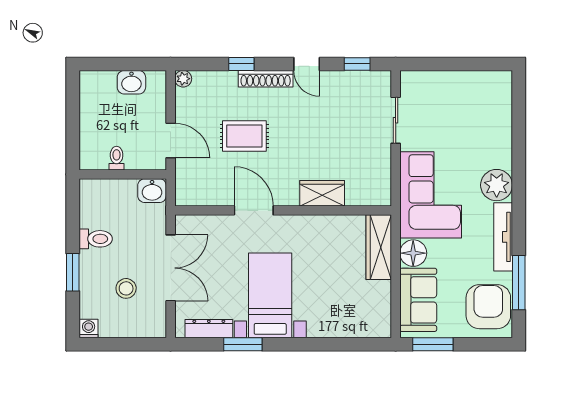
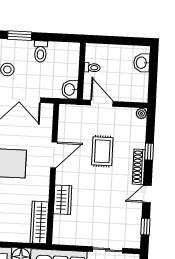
washbasin: (131, 82) -> (142, 63), moved
door: (171, 141) -> (102, 103), swing flipped
wardrobe: (379, 247) -> (39, 222), moved, turned -90

